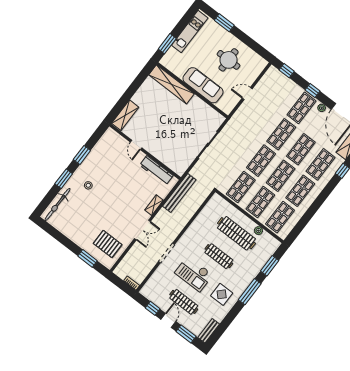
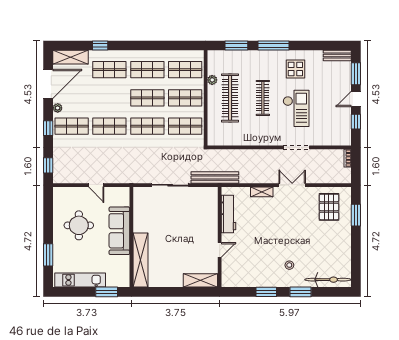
shop shelf: (301, 149) -> (109, 98), removed
bench: (179, 193) -> (215, 177), moved
clothes rail: (184, 302) -> (328, 98), removed

